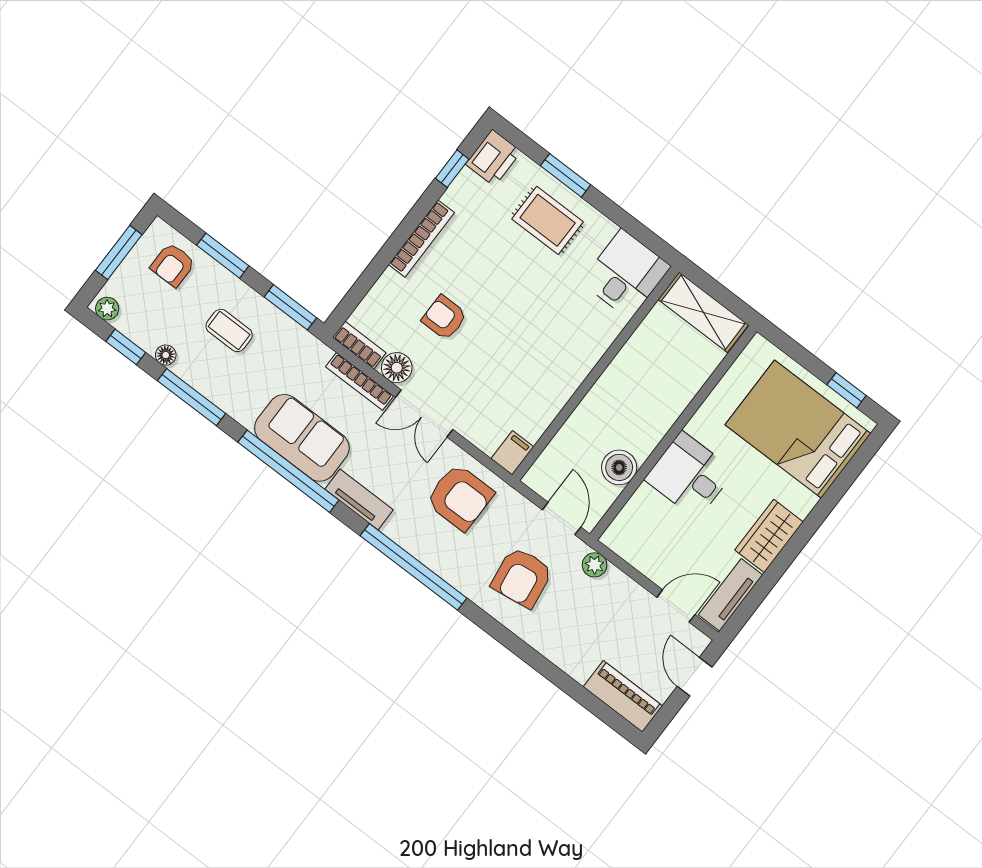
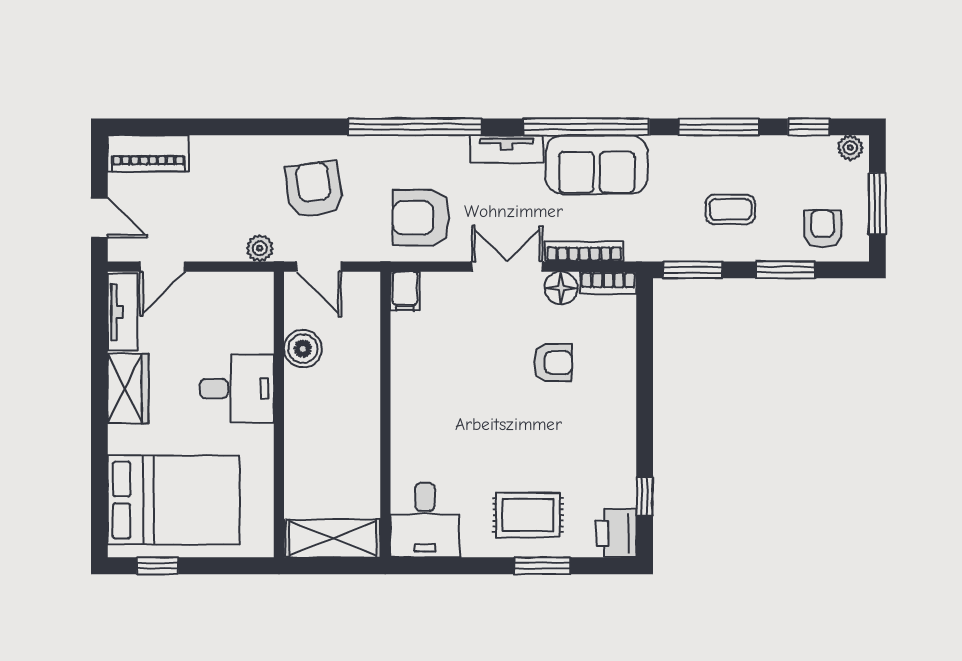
bookcase: (421, 239) -> (625, 416), removed
floor lamp: (166, 355) -> (769, 146), removed

